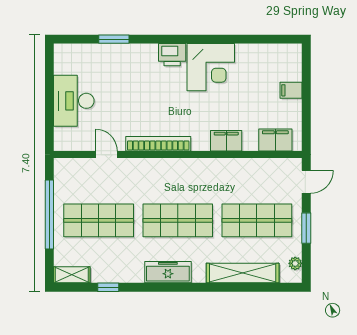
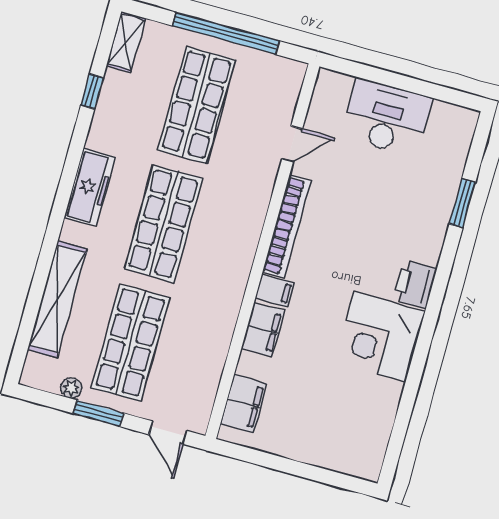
filing cabinet: (291, 90) -> (275, 291), moved, turned 90
plant: (295, 263) -> (71, 388), moved

